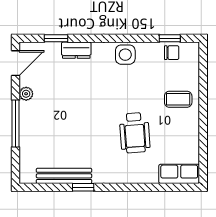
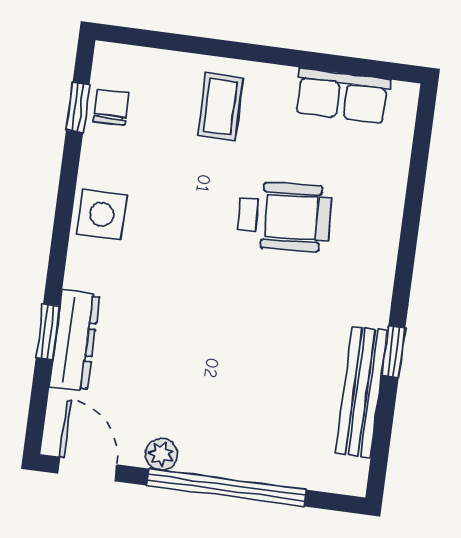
window: (56, 38) -> (48, 332), moved
dresser: (76, 50) -> (75, 340), width x1.44
window: (16, 124) -> (226, 488), width x1.46
row of seats: (179, 174) -> (342, 96), moved, turned -90

